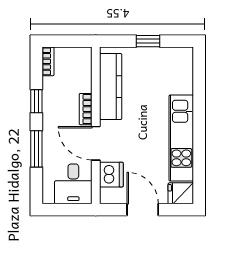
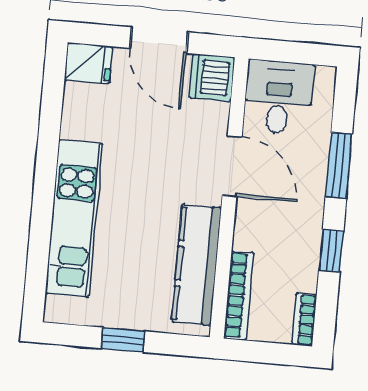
bookcase: (86, 109) -> (239, 296), moved, width x1.56
kitchen unit: (181, 138) -> (74, 219), moved
dishwasher: (111, 175) -> (212, 78), moved

